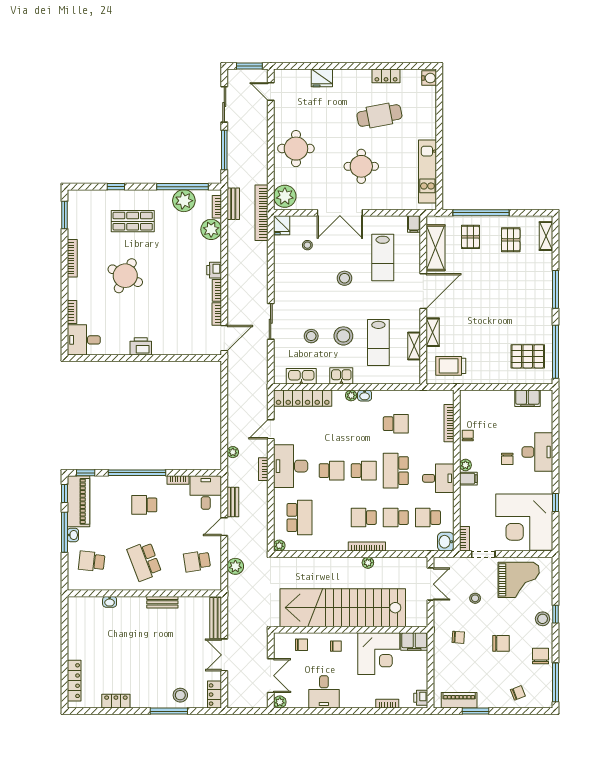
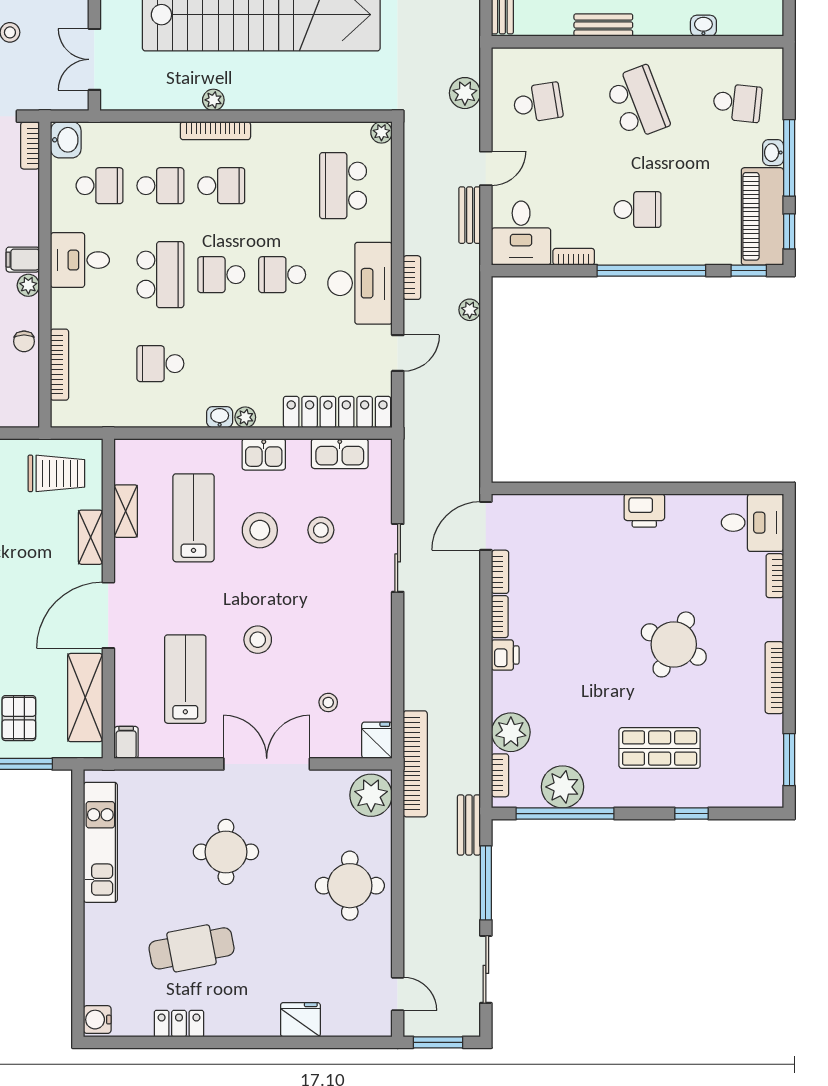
bench: (233, 204) -> (469, 825), moved

